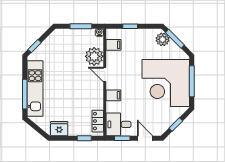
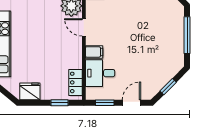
corner desk: (166, 83) -> (156, 37), removed
desk: (118, 124) -> (100, 73), moved
door: (145, 138) -> (132, 103), hinge flipped

